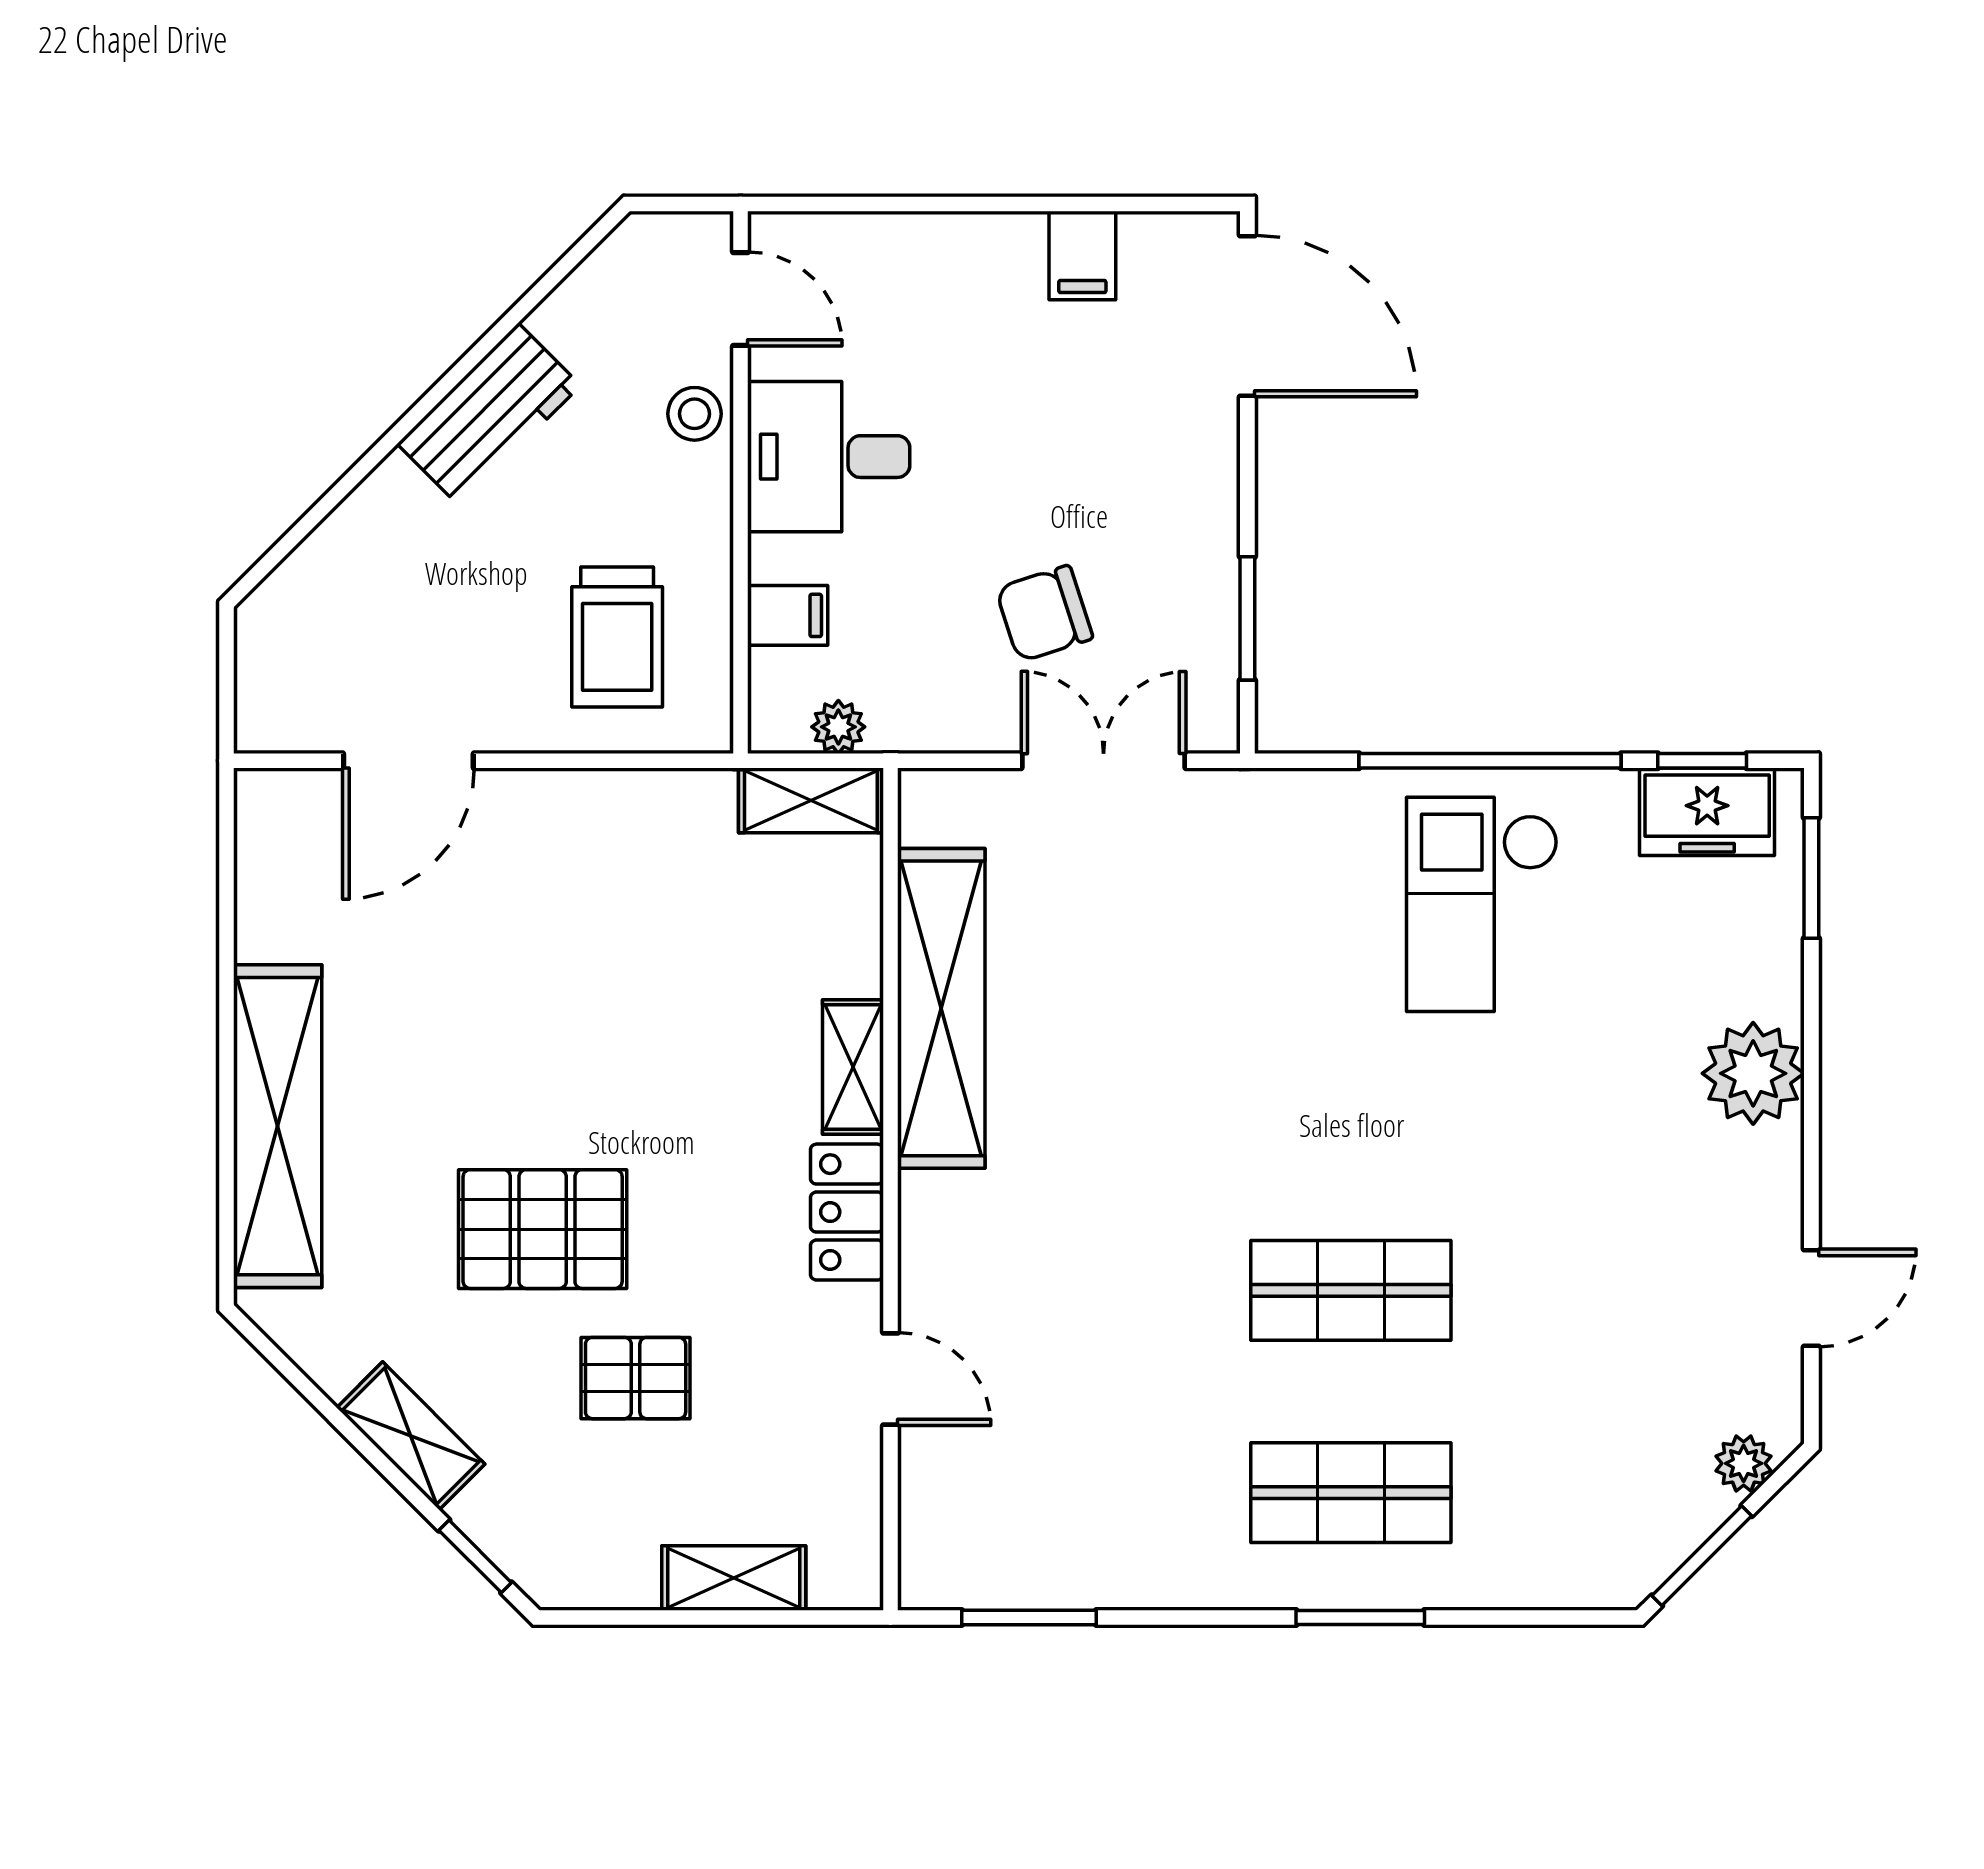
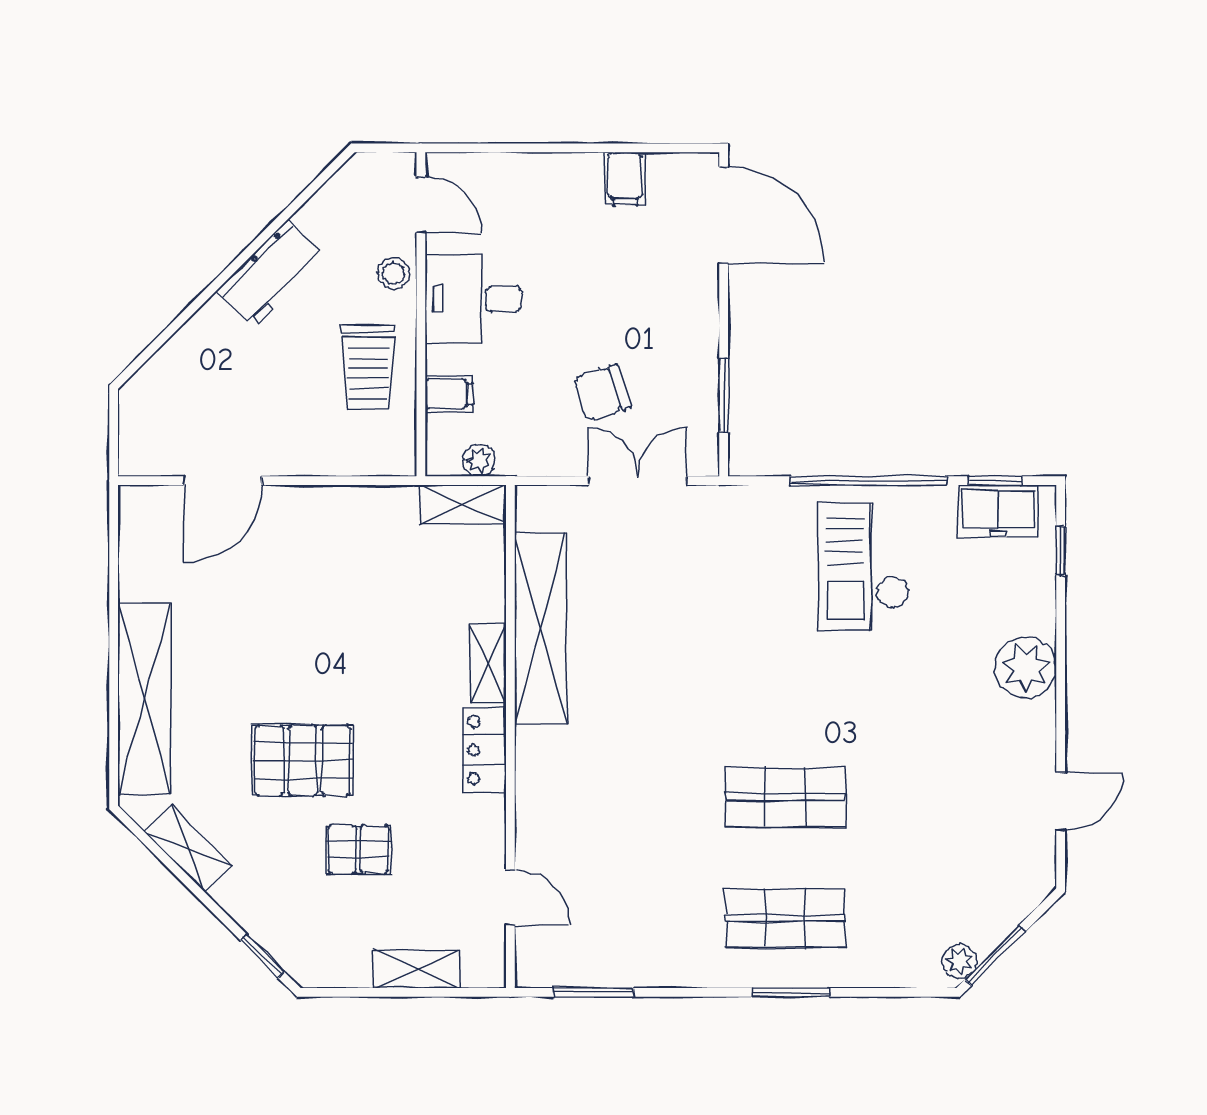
trolley: (617, 637) -> (368, 367), moved
window: (1811, 878) -> (1061, 551), width x0.67
door: (890, 1379) -> (510, 897), moved
shelving: (411, 1436) -> (188, 849), moved
plant: (1744, 1463) -> (959, 961), moved

